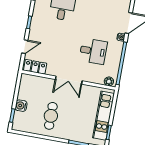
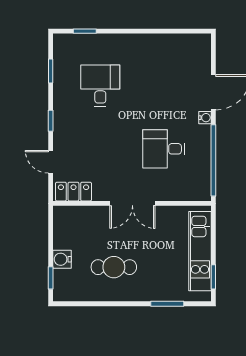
door: (25, 47) -> (51, 162), swing flipped
desk: (93, 51) -> (164, 149), turned 180
plant: (109, 81) -> (198, 194), removed
cafe table: (51, 116) -> (114, 267), turned 90

